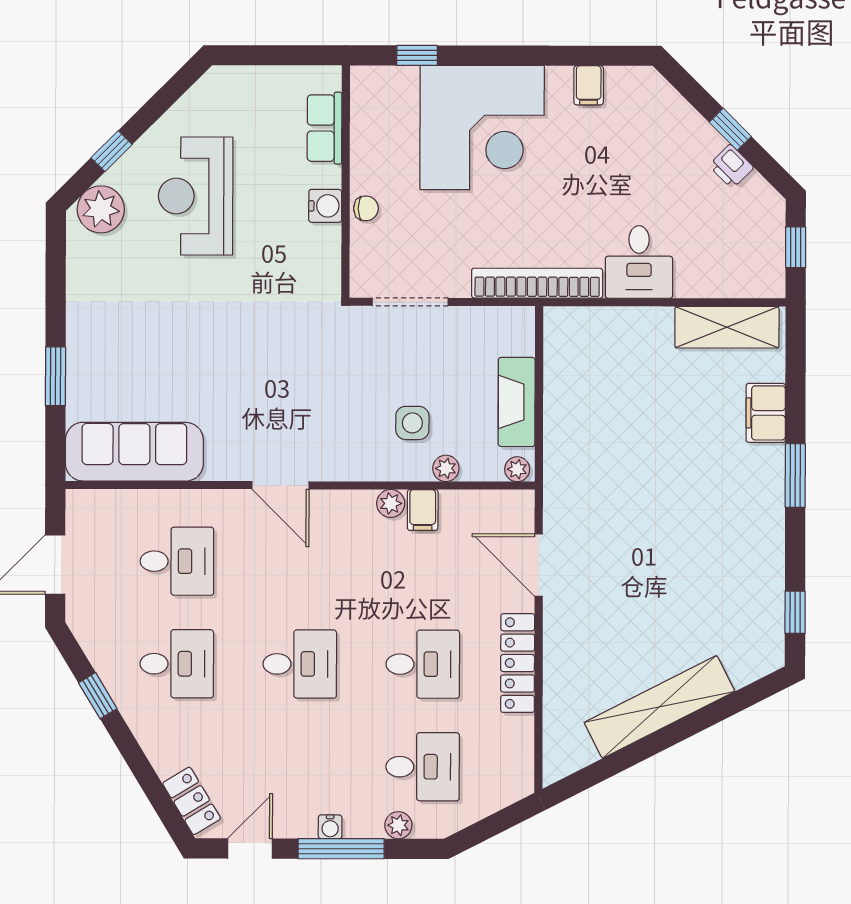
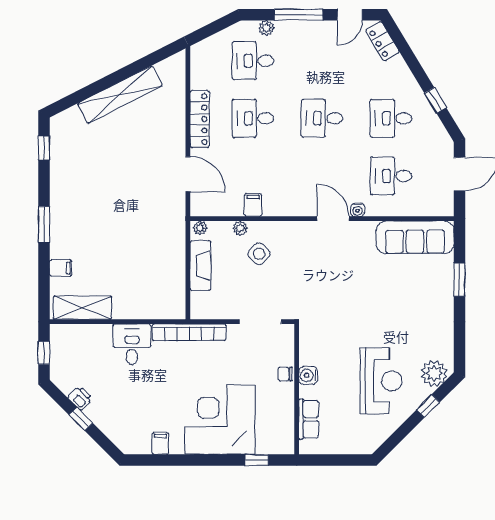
filing cabinet: (766, 413) -> (61, 268), width x0.50
side table: (412, 423) -> (259, 254), turned 45
plant: (391, 503) -> (271, 209), removed
water cooler: (330, 827) -> (358, 210), moved, turned 180

